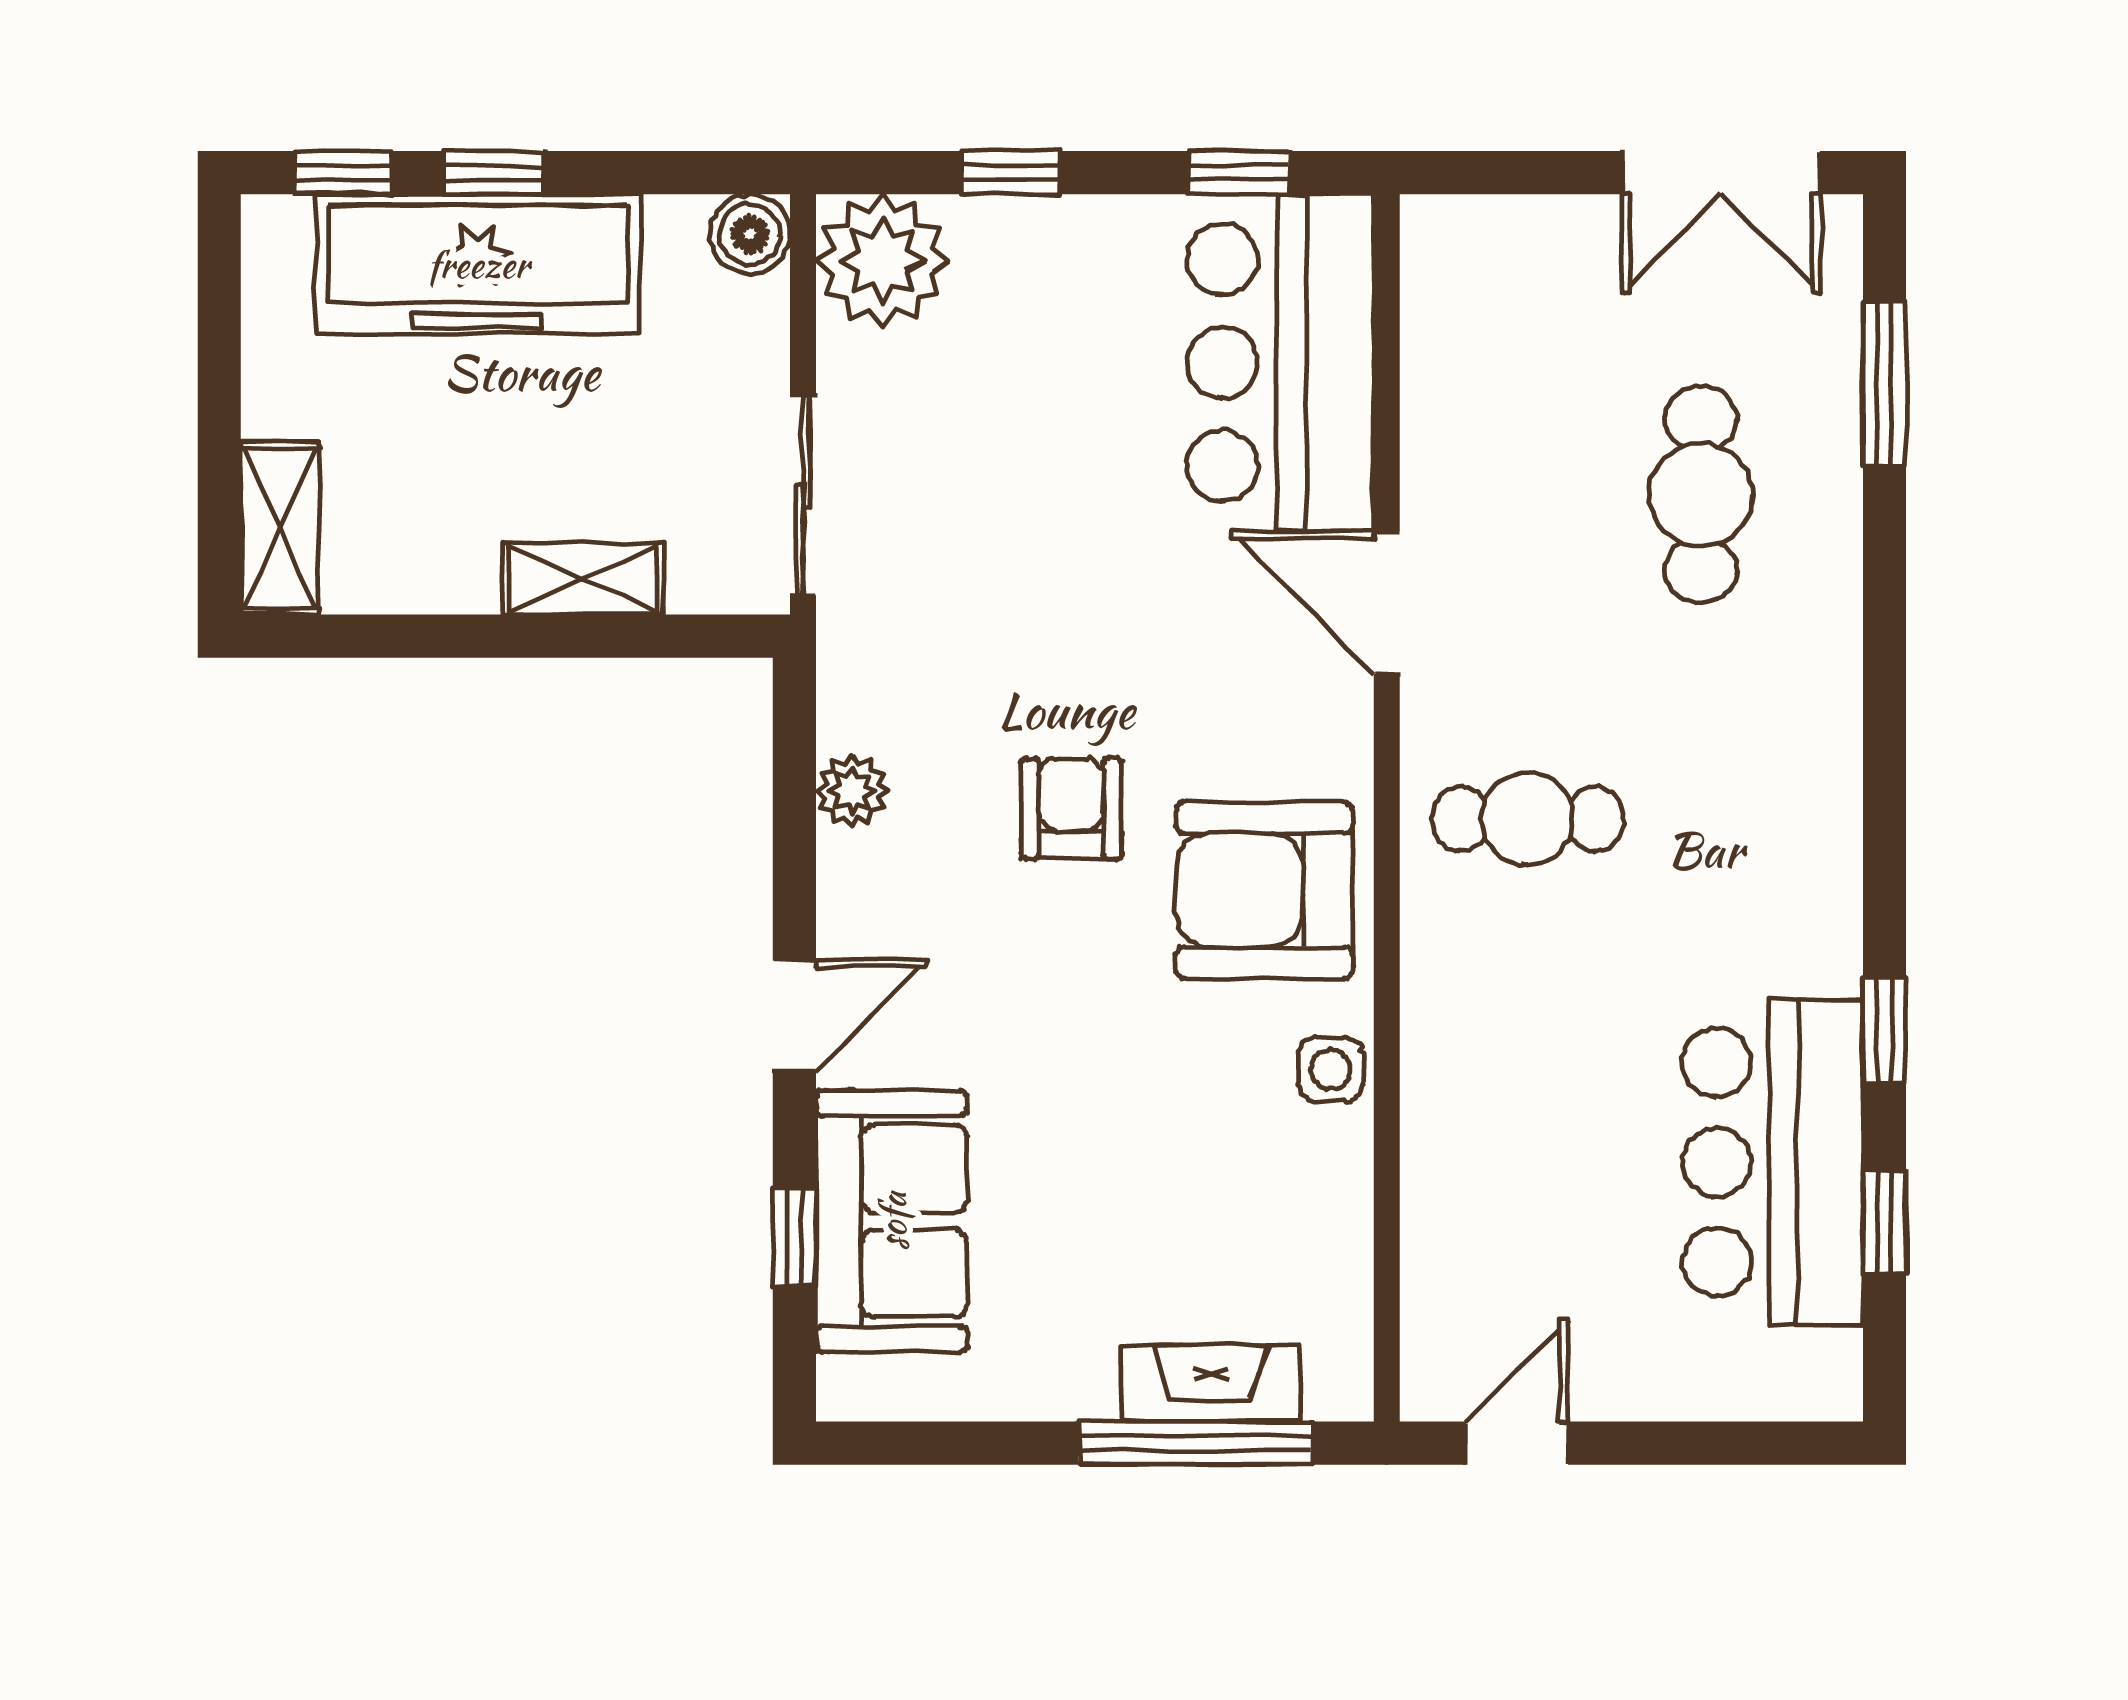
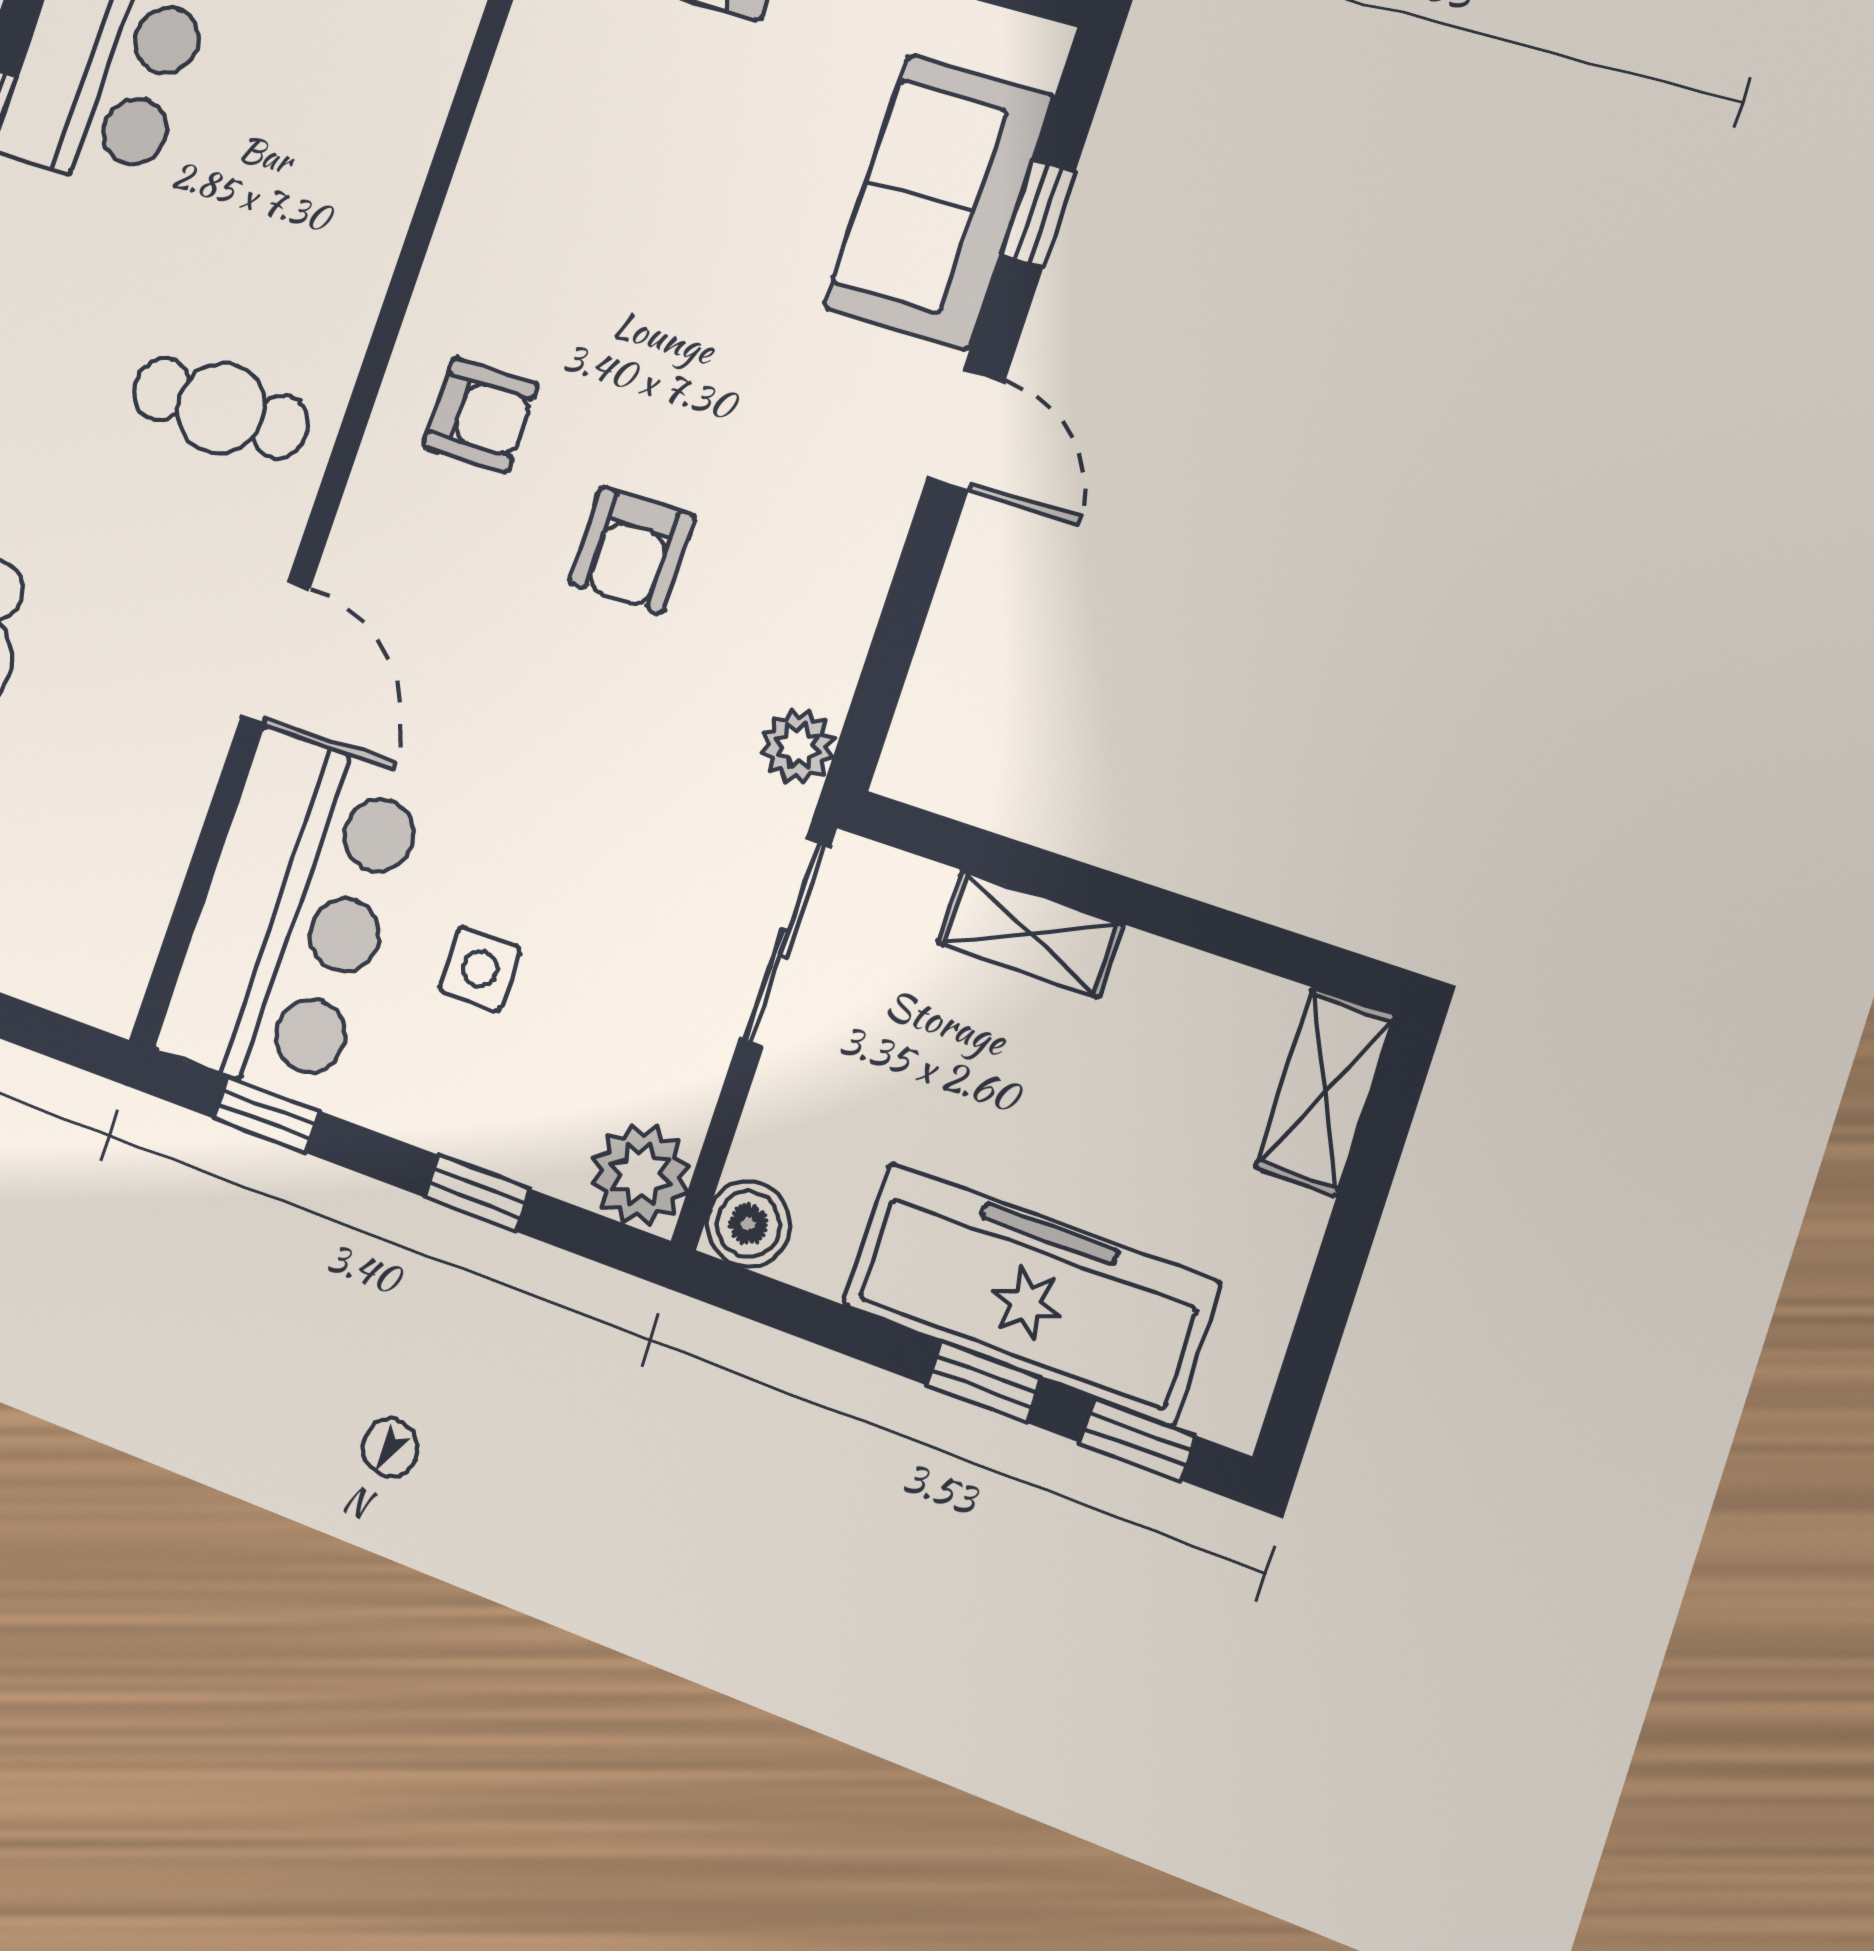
plant: (883, 261) -> (640, 1174), width x0.73, depth x0.73
plant: (852, 791) -> (798, 746), moved
armchair: (1264, 890) -> (480, 415), width x0.53, depth x0.53
door: (794, 1016) -> (966, 430), swing flipped
side table: (1331, 1069) -> (480, 969), moved

